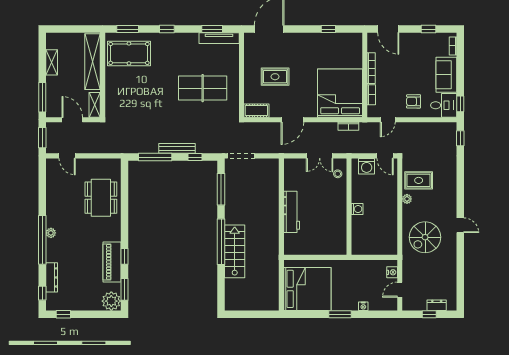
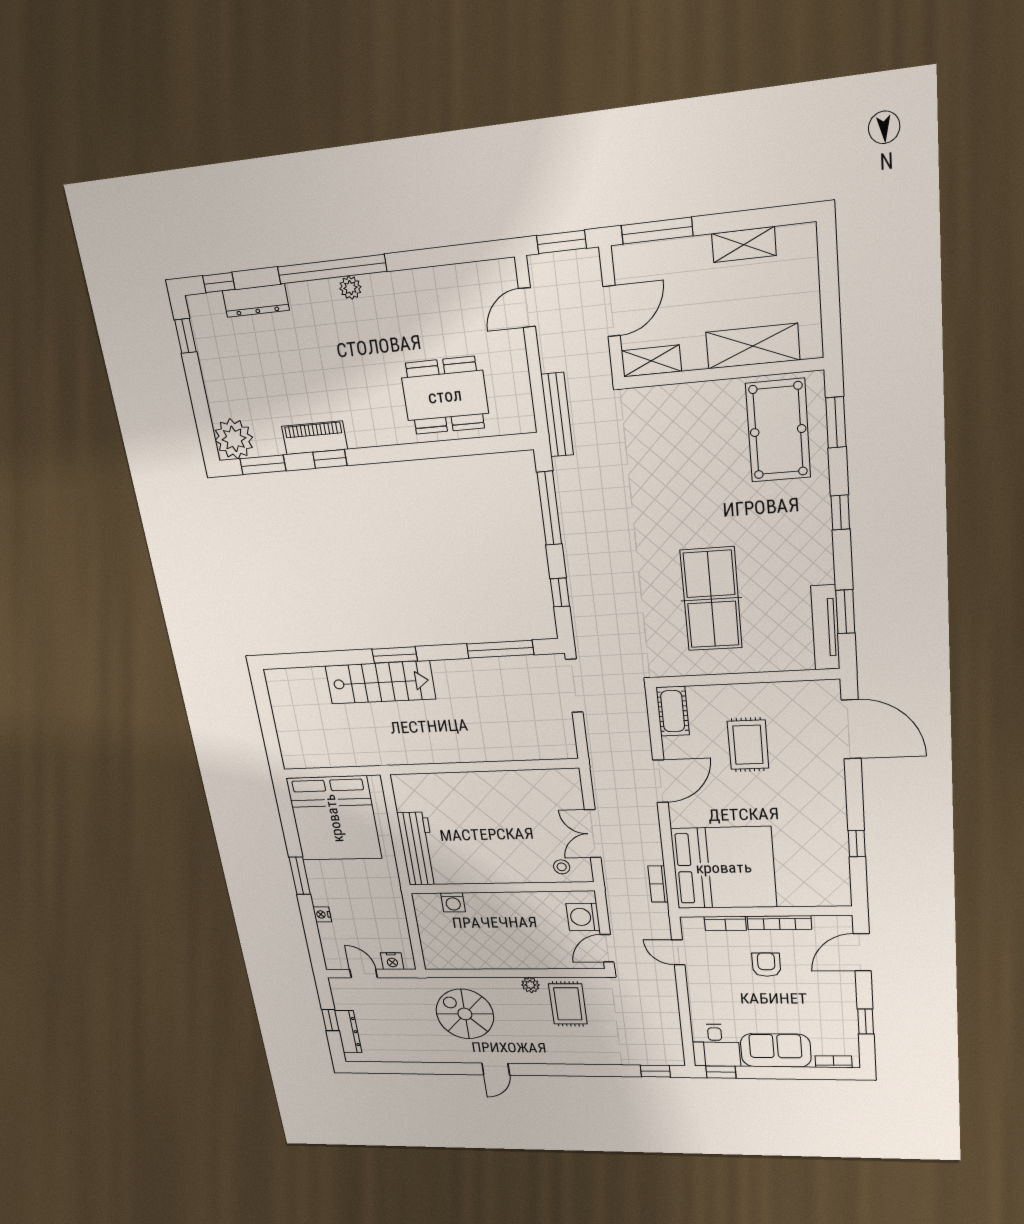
shelving: (93, 62) -> (753, 346), width x0.68
armchair: (414, 101) -> (766, 965), moved
door: (292, 120) -> (660, 781), swing flipped
bench: (177, 148) -> (557, 415), moved
washing machine: (357, 209) -> (453, 902), moved
workbench: (292, 212) -> (418, 849), moved, turned -90
window: (221, 242) -> (395, 655), width x0.47
piano: (112, 262) -> (315, 438), width x0.73, depth x0.75
dresser: (437, 305) -> (348, 1032), width x1.44

